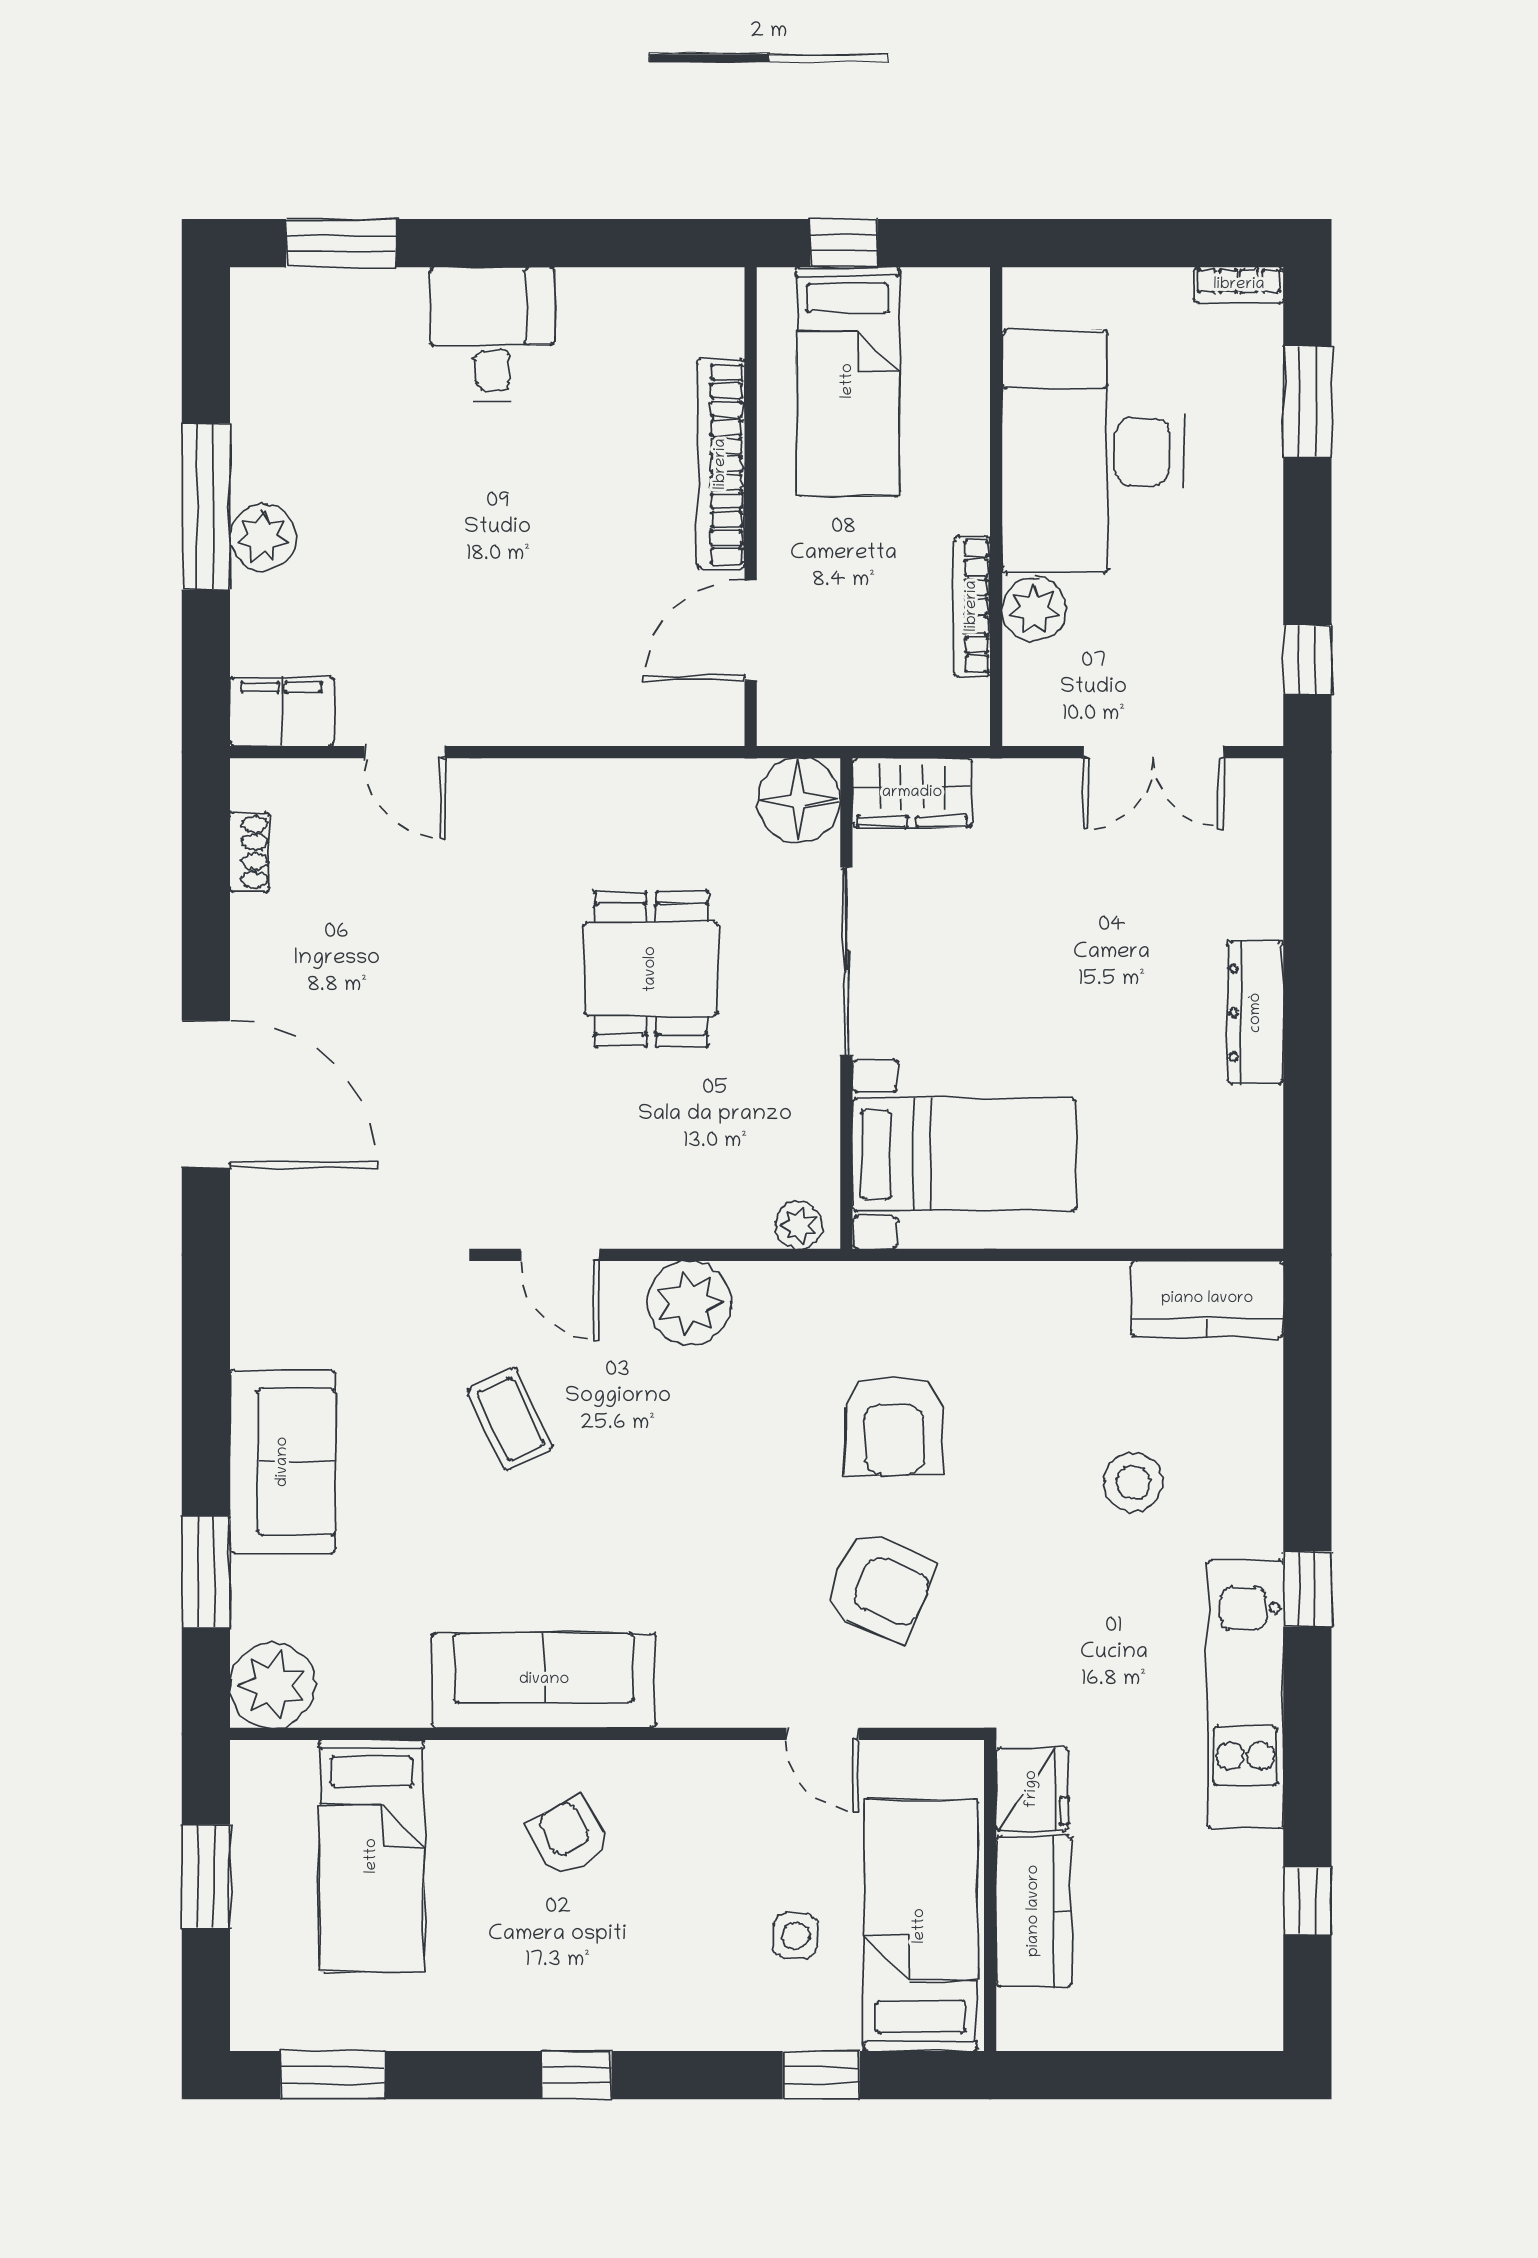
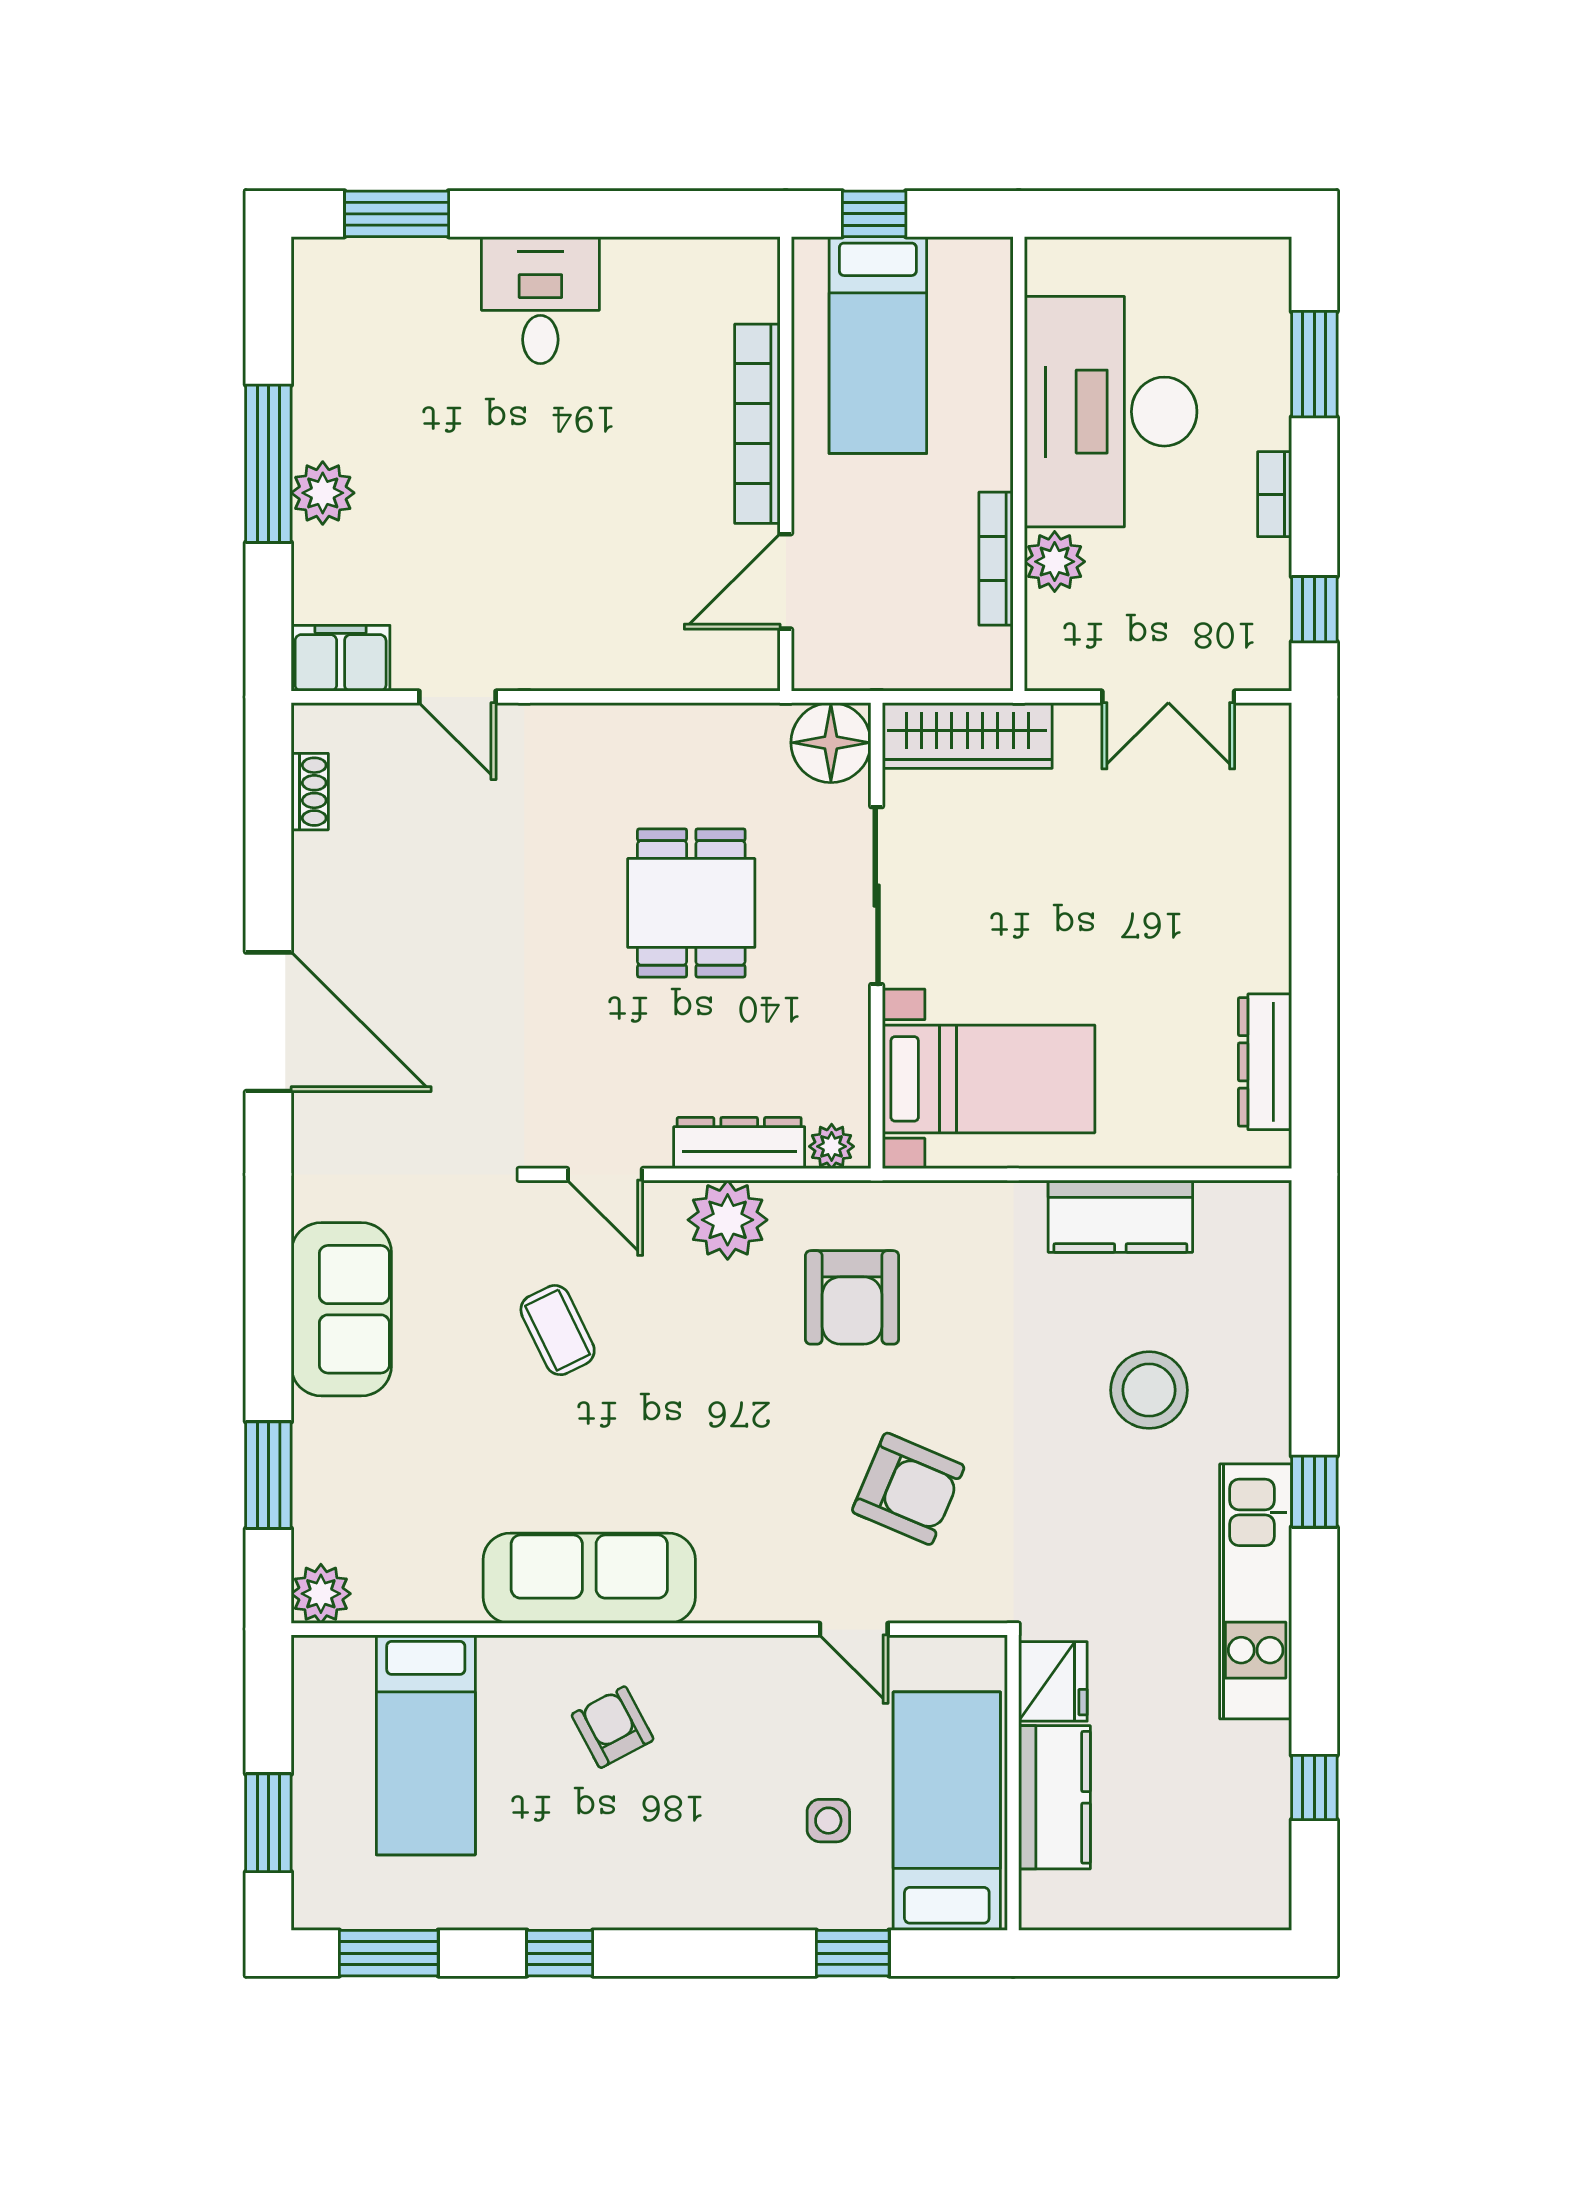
bookcase: (1239, 285) -> (1275, 494), moved, turned 90
wardrobe: (912, 793) -> (967, 735), width x1.50
dresser: (1256, 1013) -> (1265, 1062), moved
dresser: (702, 1222) -> (739, 1143), added
kitchen counter: (1207, 1299) -> (1120, 1216), moved
armchair: (894, 1426) -> (852, 1297), moved
sofa: (283, 1462) -> (341, 1309), moved
stool: (1133, 1482) -> (1149, 1390), width x1.38, depth x1.38
plant: (272, 1685) -> (321, 1594), width x0.73, depth x0.73
window: (206, 1876) -> (268, 1823), moved
window: (577, 2075) -> (560, 1953), moved

